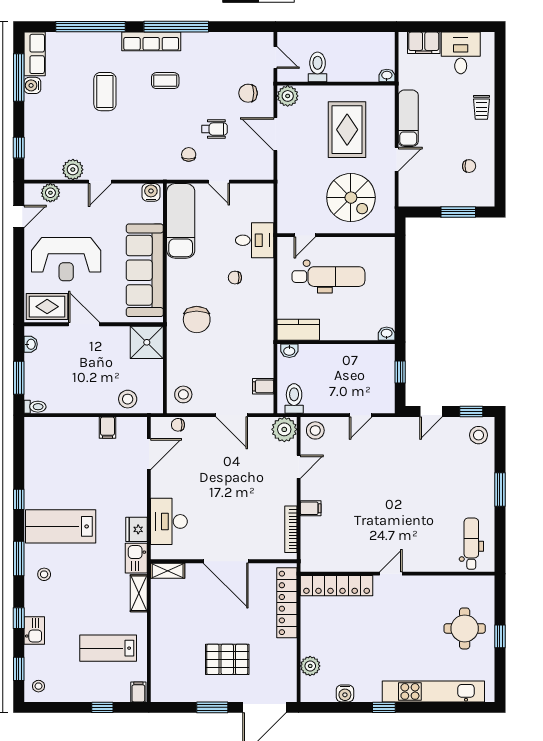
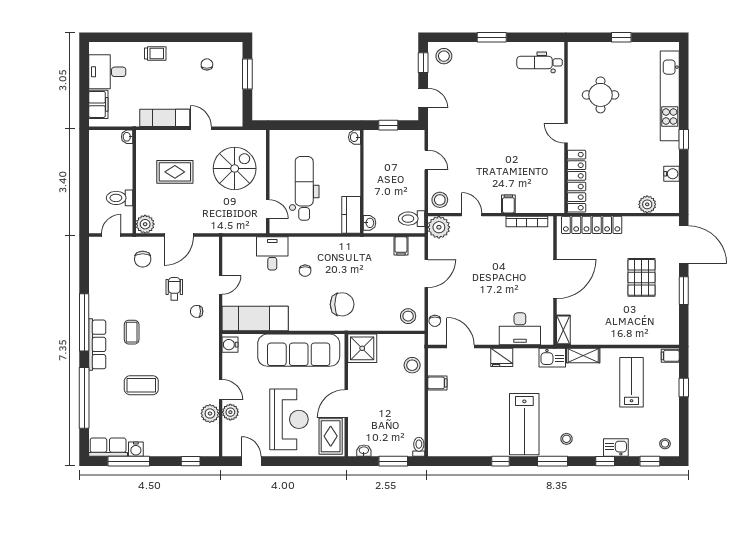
rug: (347, 130) -> (175, 172), width x0.73, depth x0.70
plant: (50, 193) -> (230, 412), moved
fridge: (137, 529) -> (502, 357), moved
round table: (465, 628) -> (600, 95), moved
lab bench: (108, 648) -> (632, 382), turned 180

